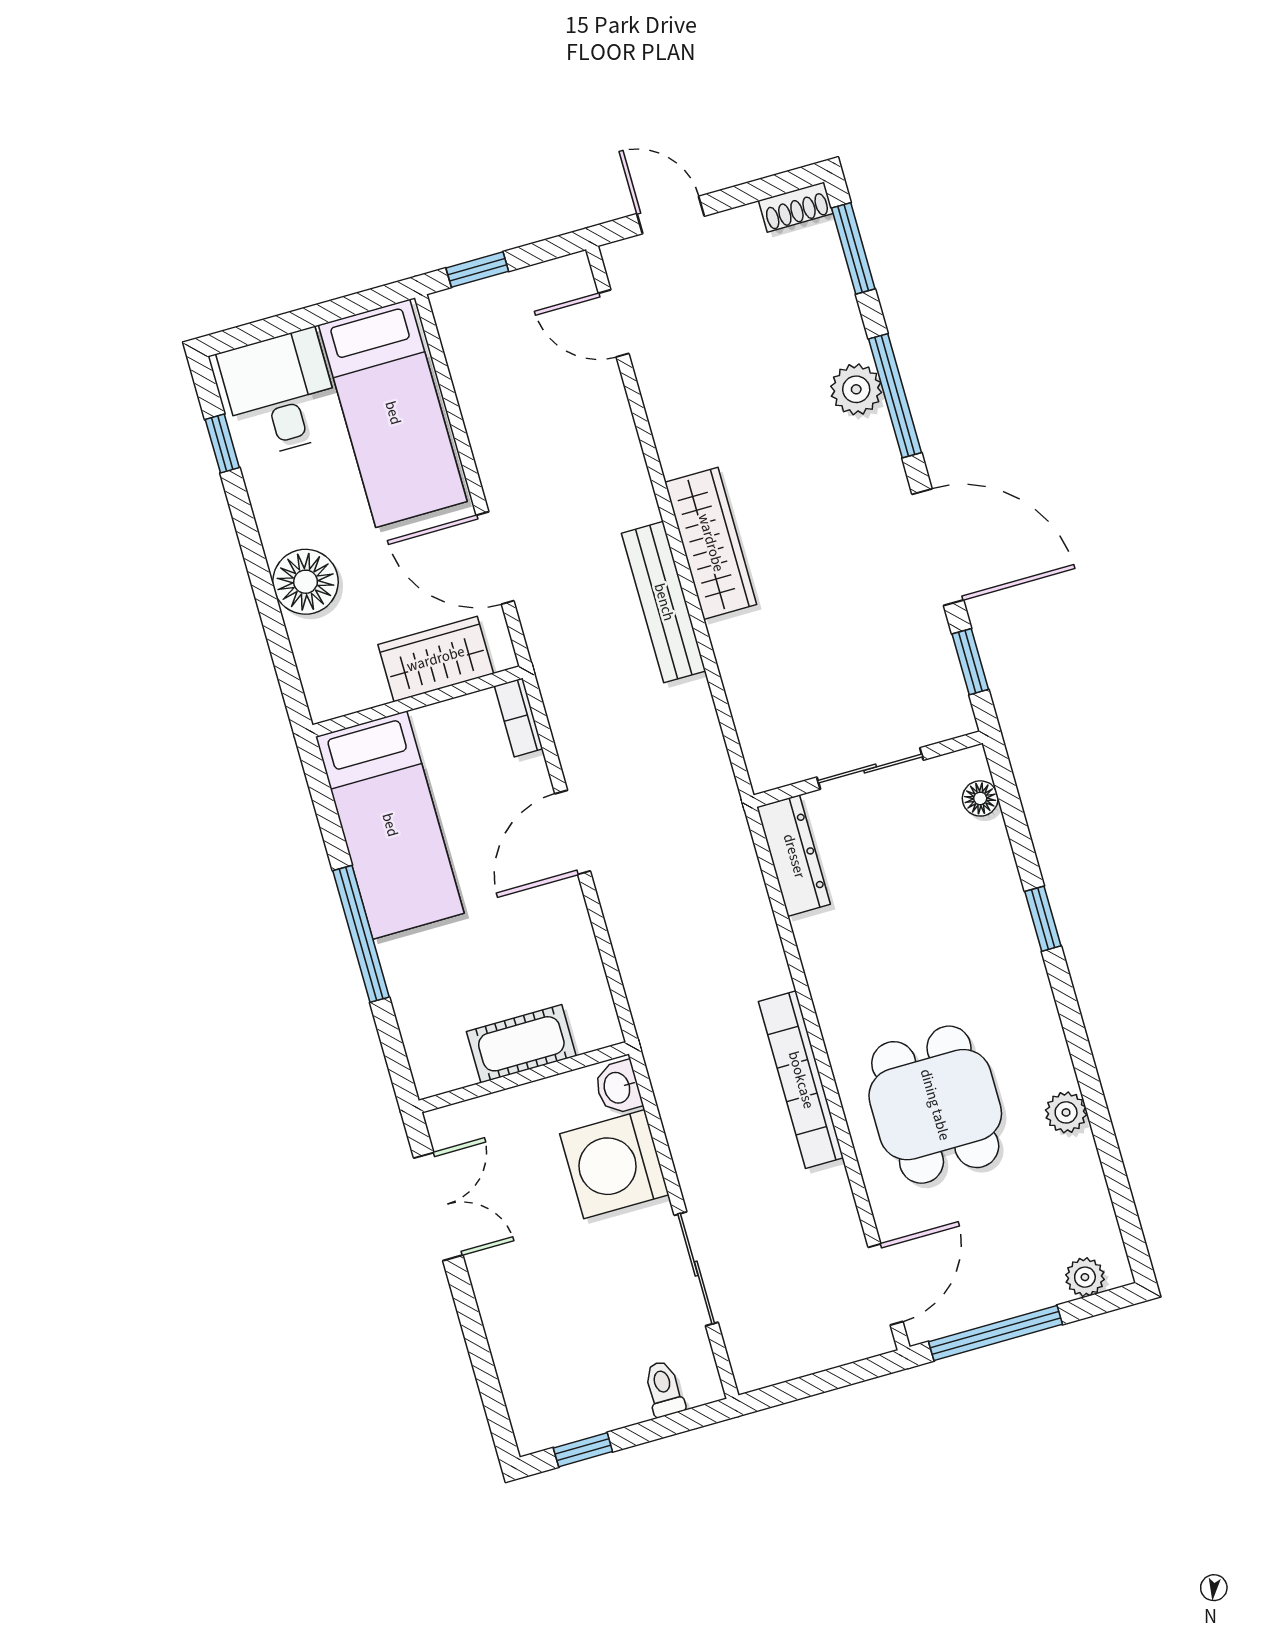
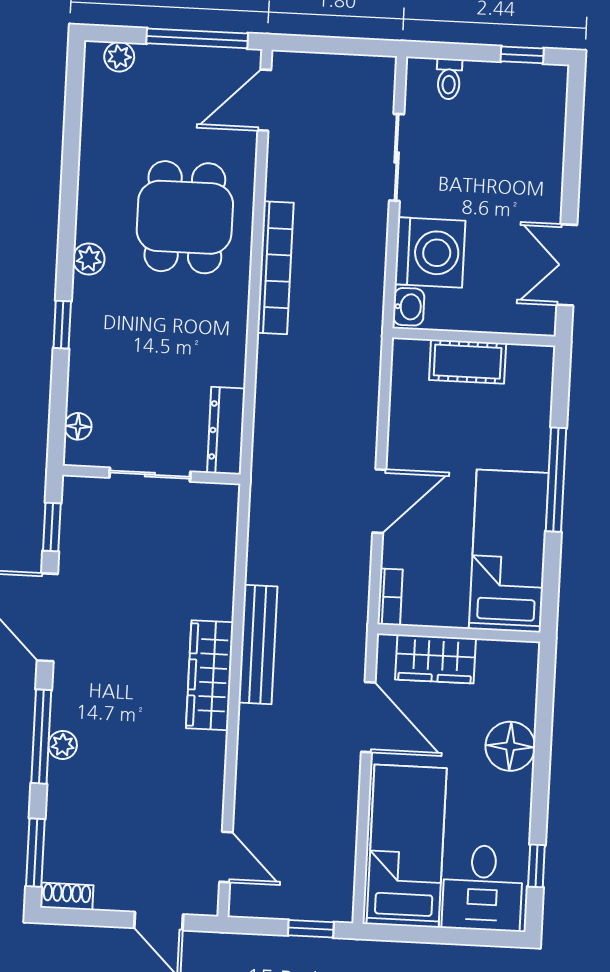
plant: (856, 389) -> (63, 745), width x0.73, depth x0.73
plant: (1066, 1112) -> (89, 259), moved

